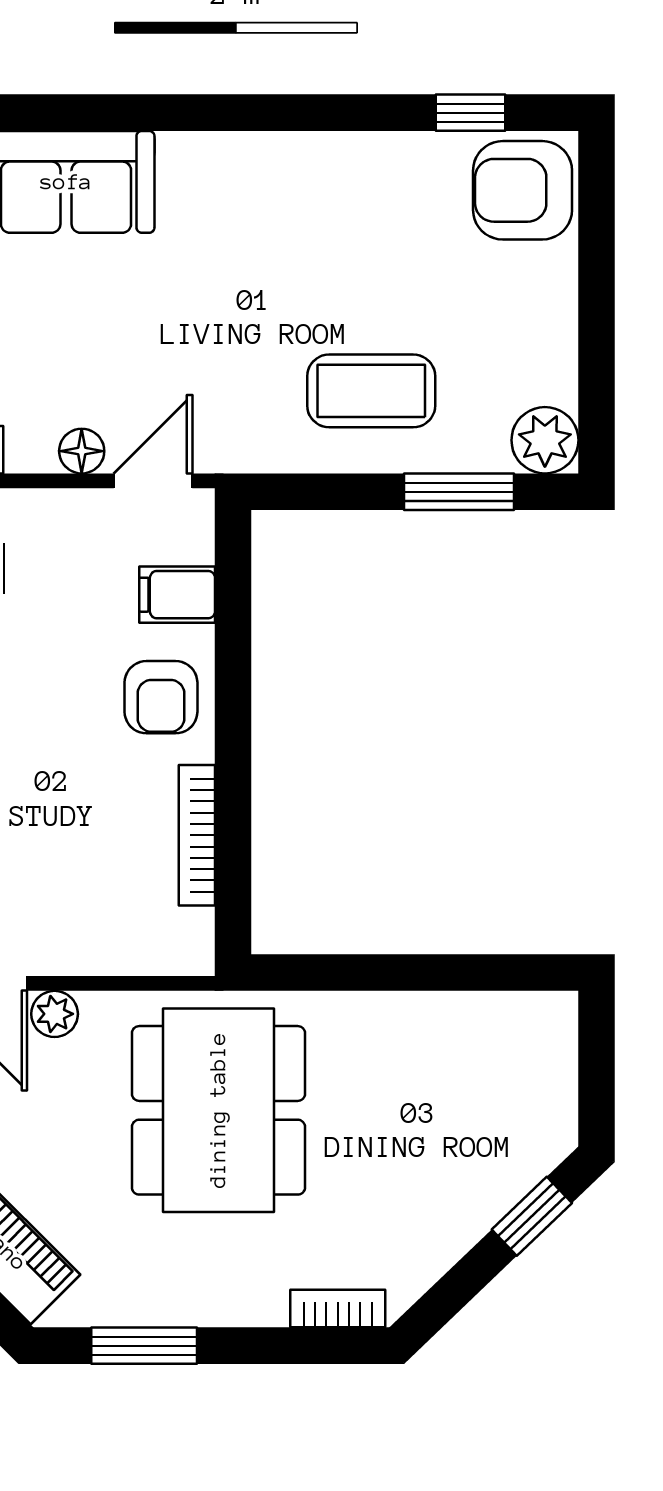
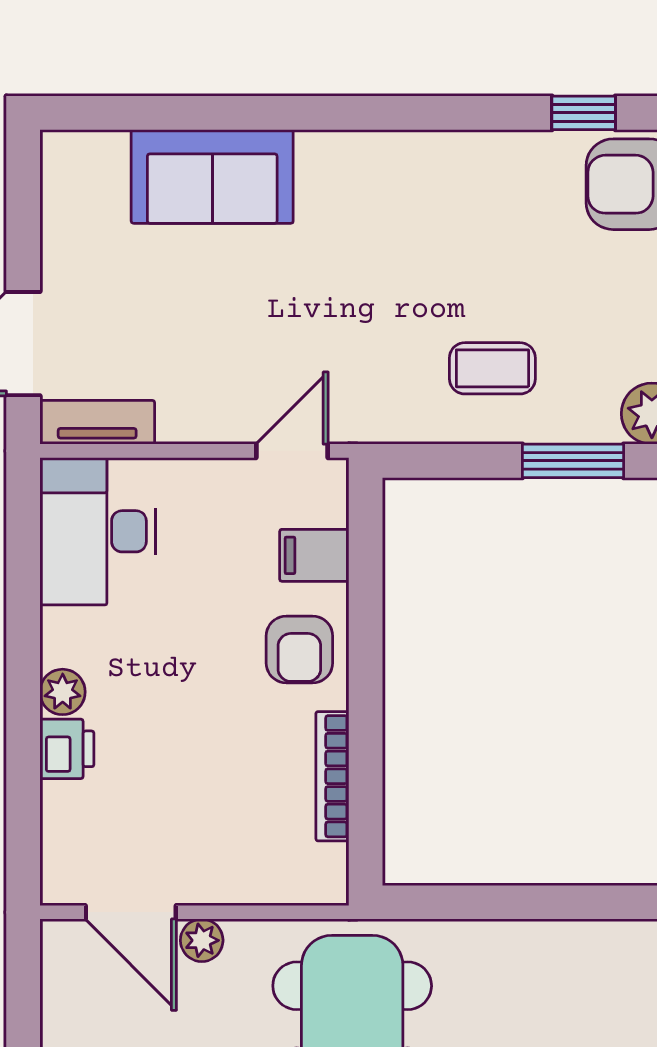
coffee table: (371, 391) -> (492, 368), width x0.73, depth x0.77
floor lamp: (82, 451) -> (227, 424), removed

